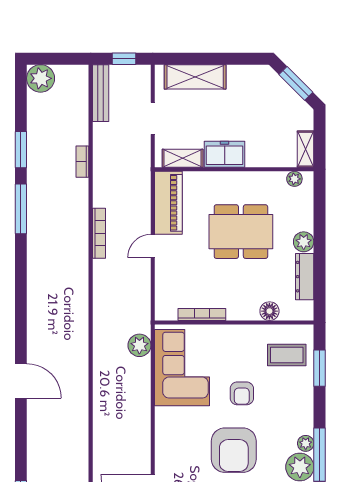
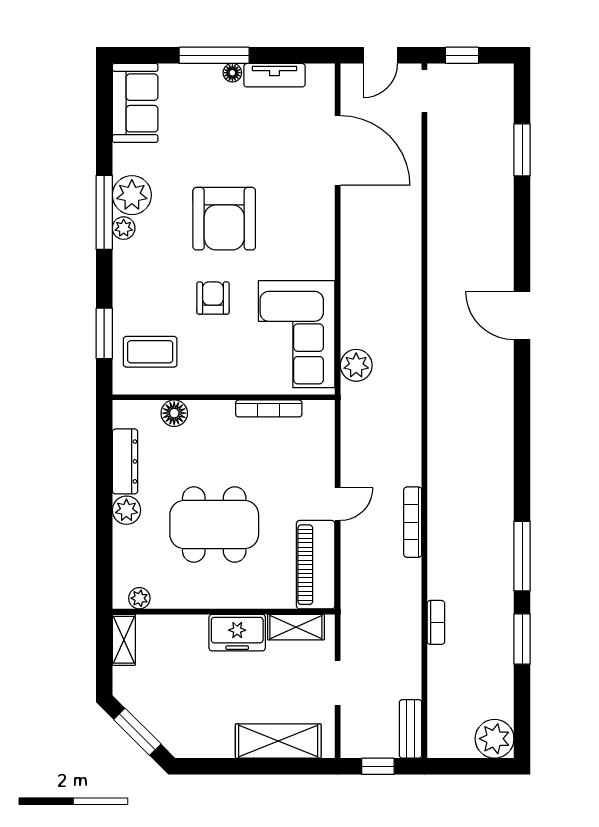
bench: (101, 93) -> (411, 729), width x0.73
armchair: (234, 450) -> (224, 219), turned 180

